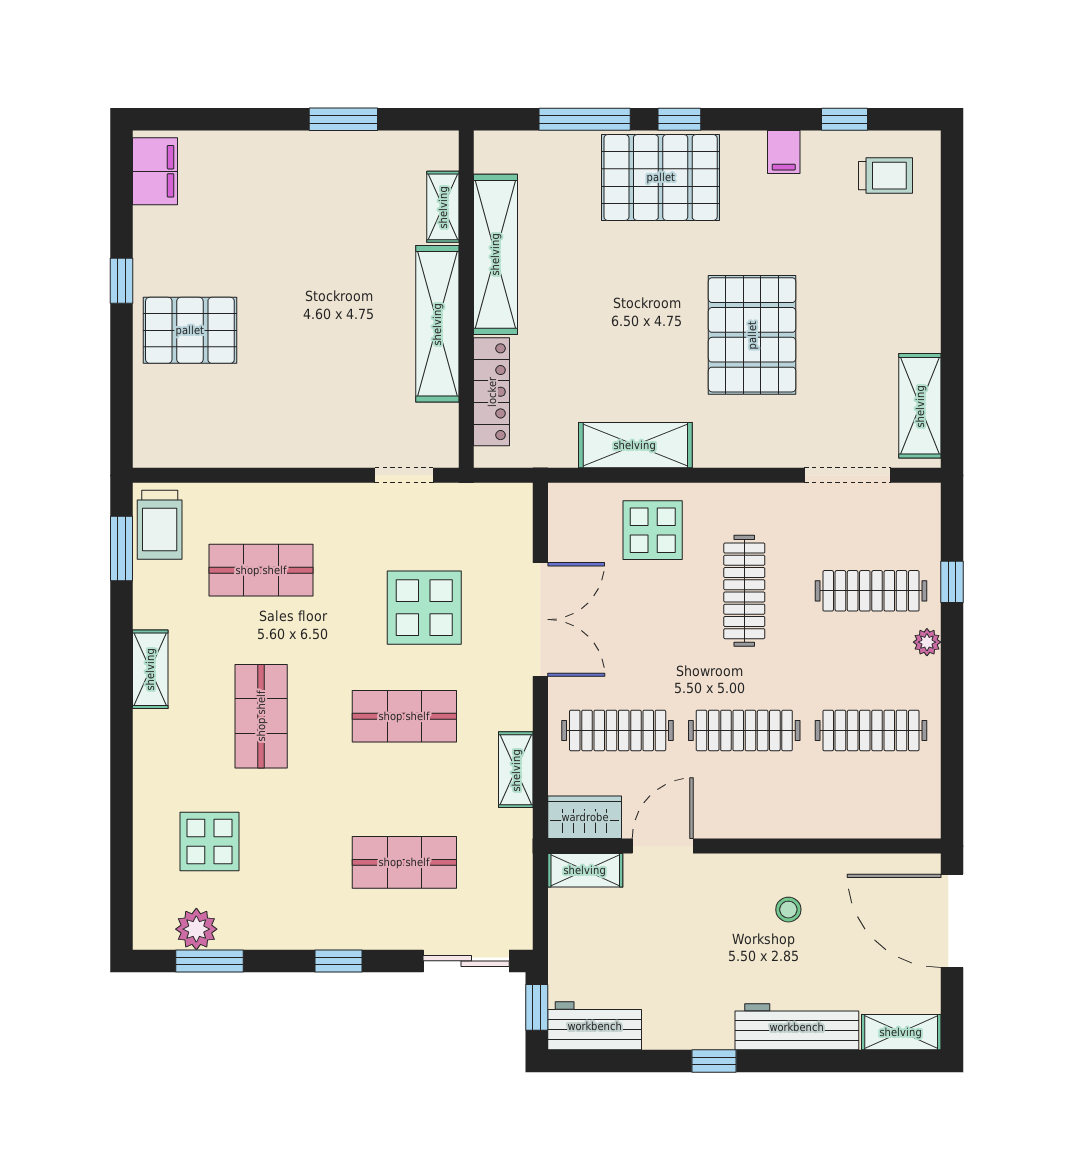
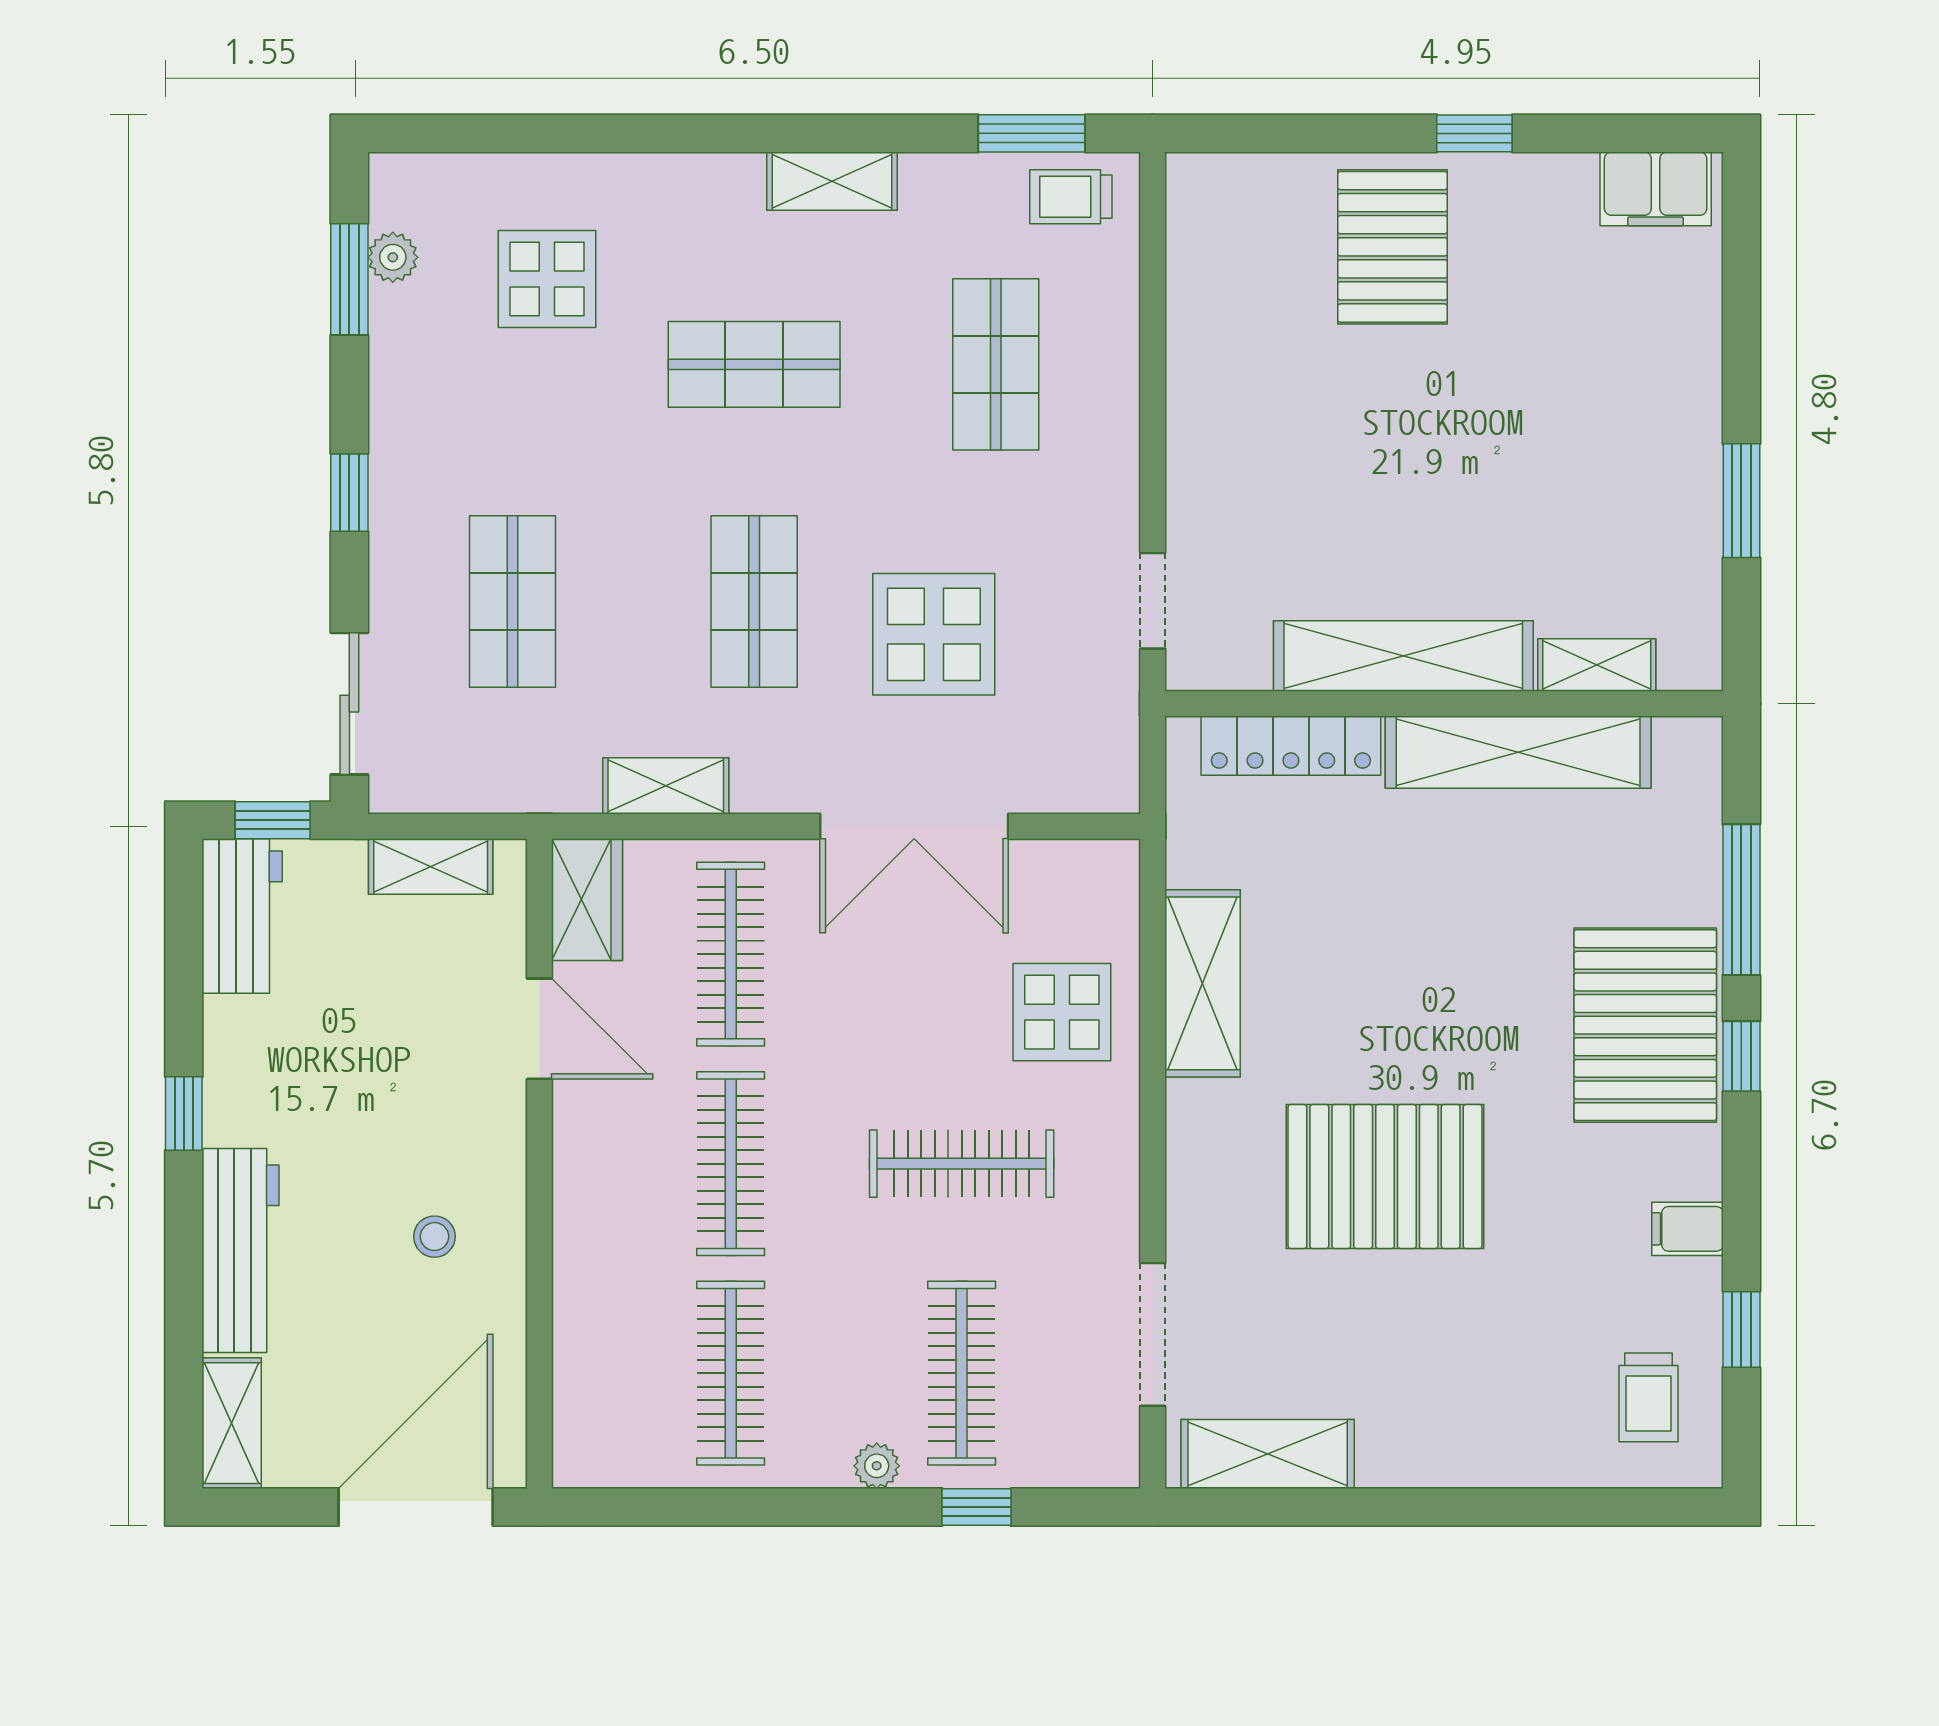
trolley: (160, 525) -> (1071, 197), width x0.73, depth x0.72
shelving: (585, 870) -> (431, 867), moved, turned 90
plant: (196, 929) -> (393, 257), width x0.73, depth x0.73

